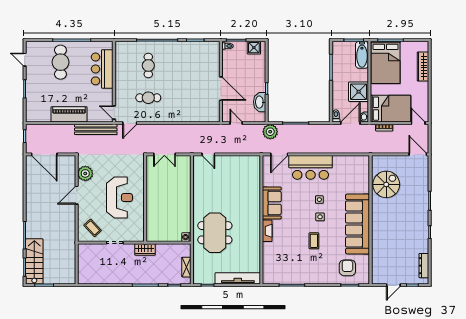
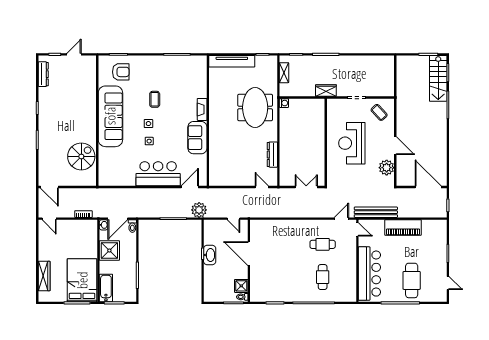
shower: (254, 48) -> (241, 286), moved
bar counter: (102, 69) -> (369, 274), width x1.36
washbasin: (260, 102) -> (210, 255), moved
bed: (391, 109) -> (77, 233), removed
spiral stairs: (386, 184) -> (81, 156), turned 180
dresser: (198, 186) -> (272, 155), added
door: (77, 195) -> (395, 146), hinge flipped
armchair: (347, 268) -> (121, 72), turned -90

